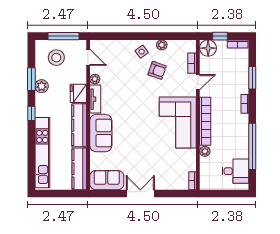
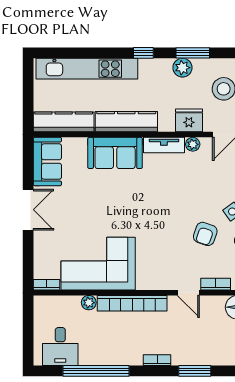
fridge: (78, 93) -> (189, 120), moved
corner sofa: (178, 122) -> (98, 264), moved

